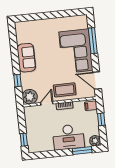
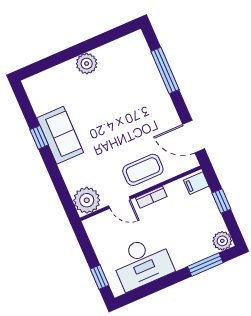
plant: (52, 24) -> (87, 64), added
corner sofa: (76, 51) -> (141, 98), removed
window: (17, 80) -> (39, 137), moved
door: (47, 103) -> (119, 202), swing flipped
desk: (68, 137) -> (142, 263), moved

